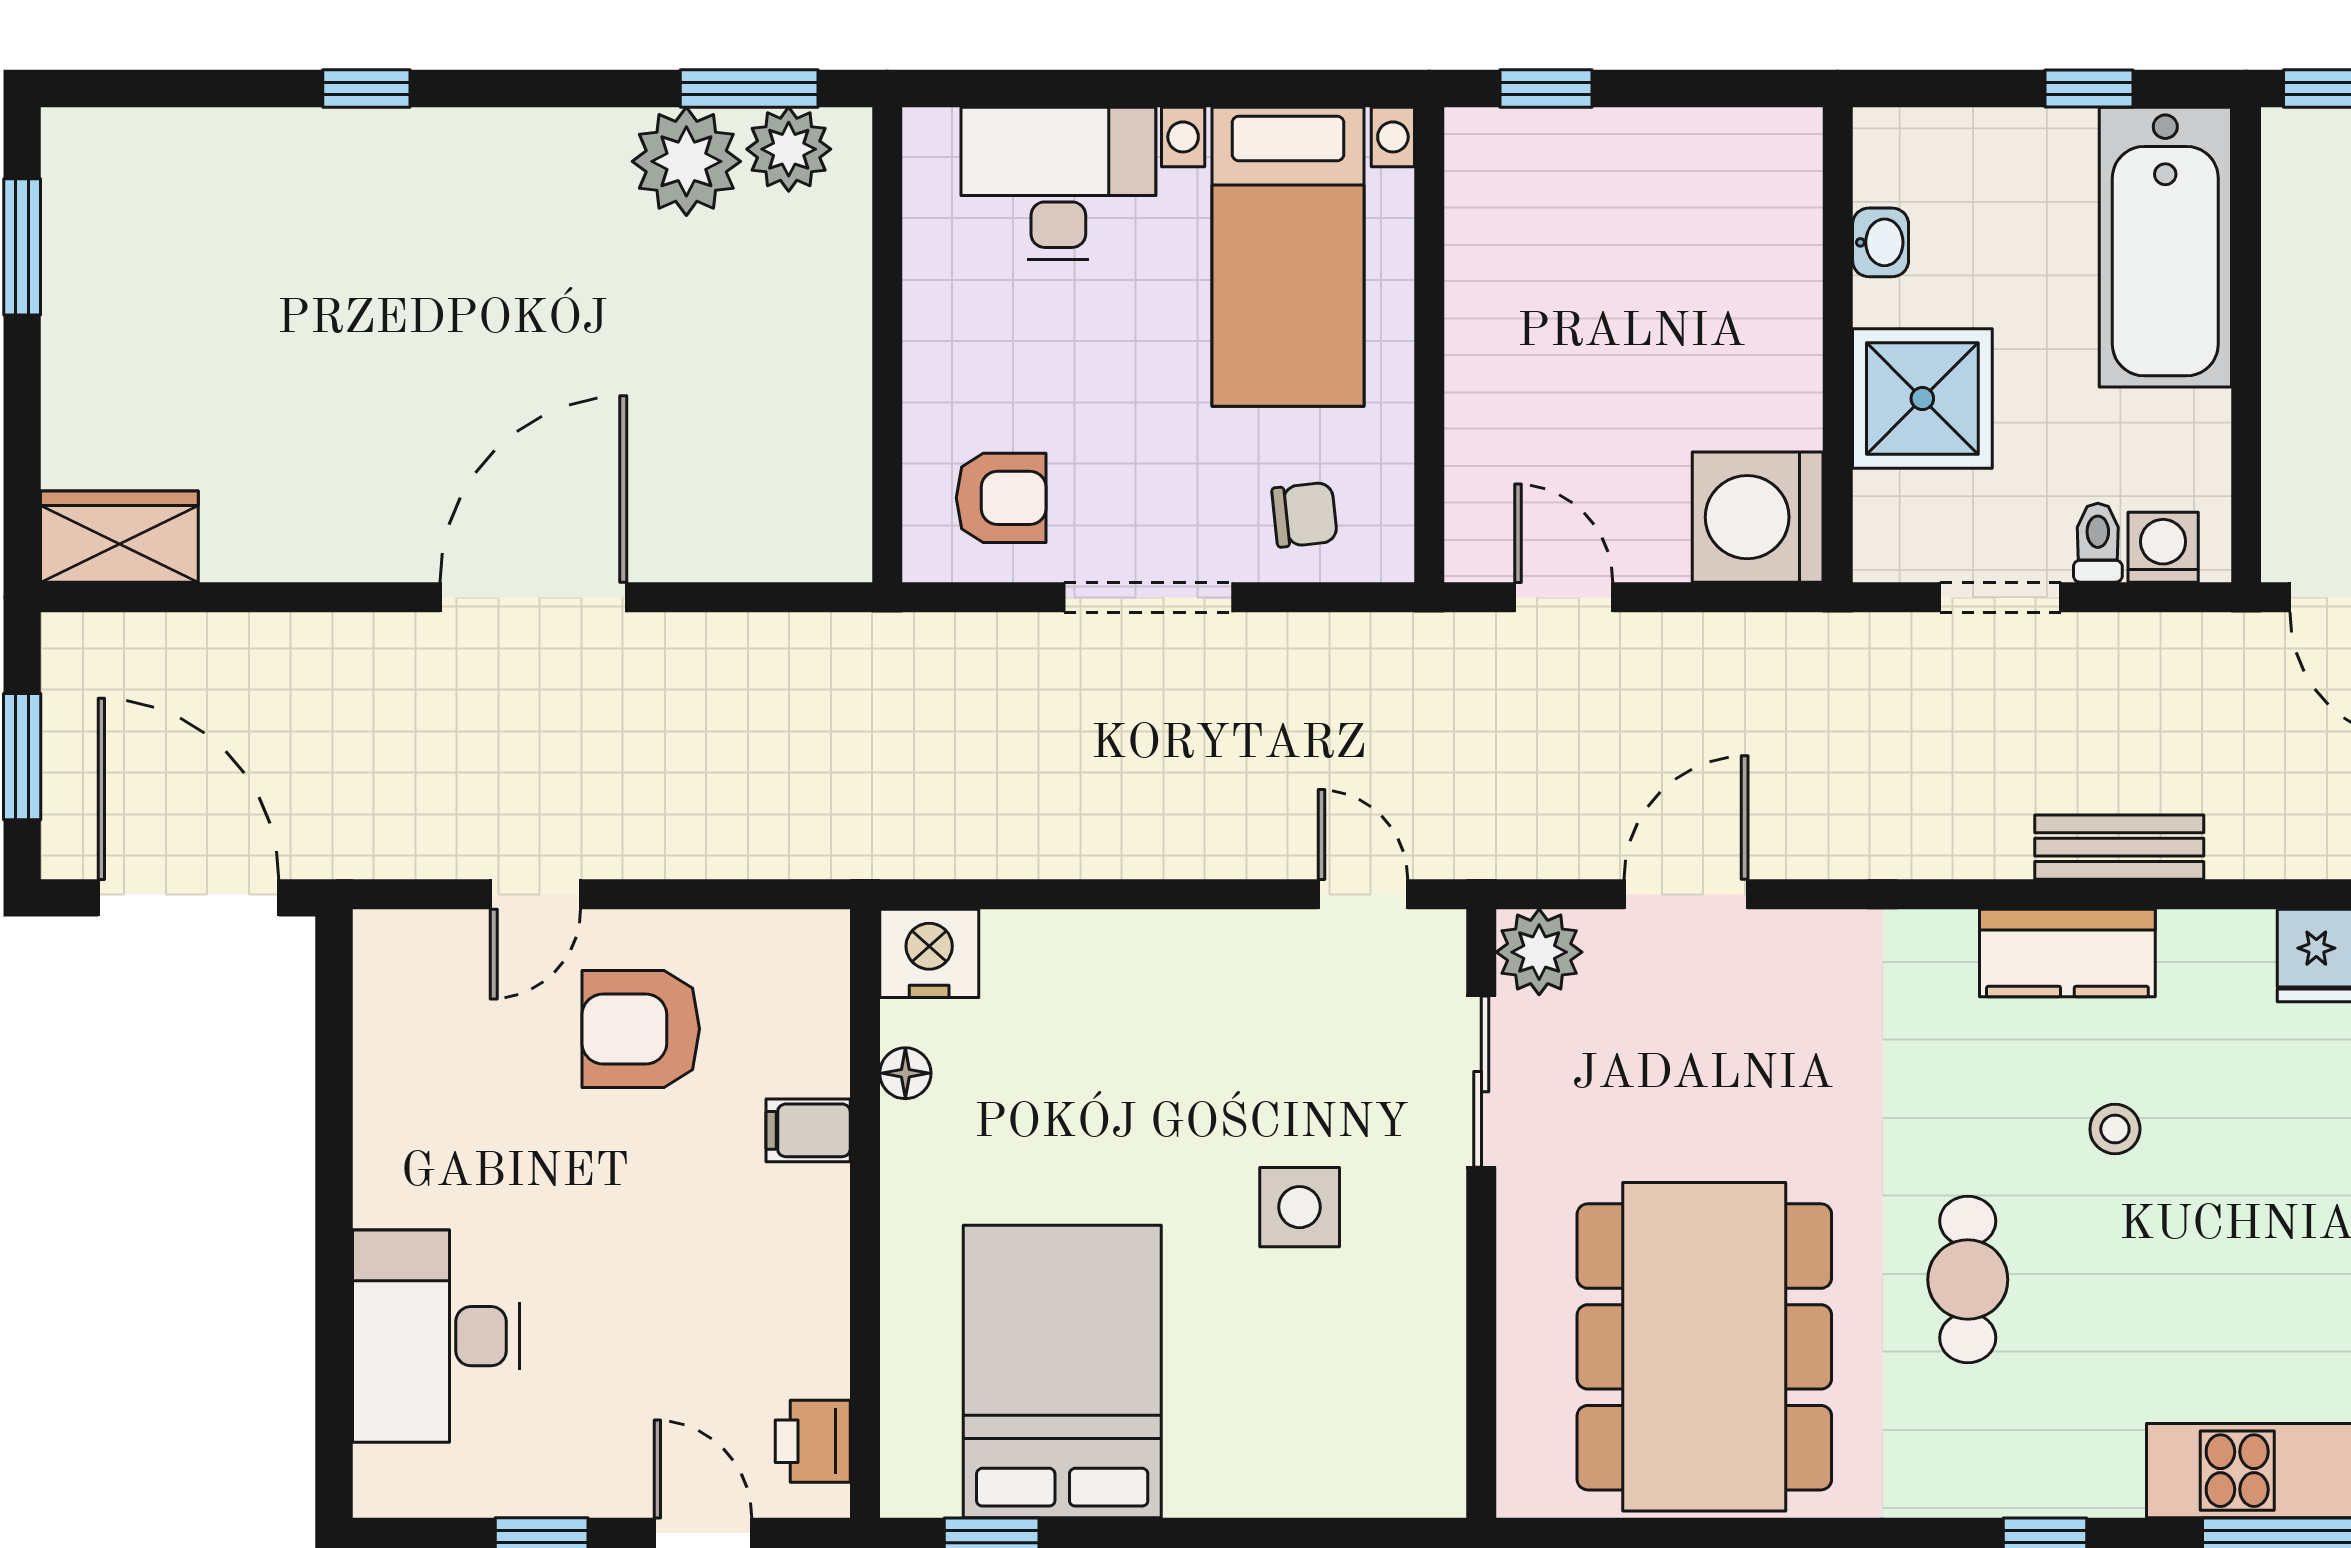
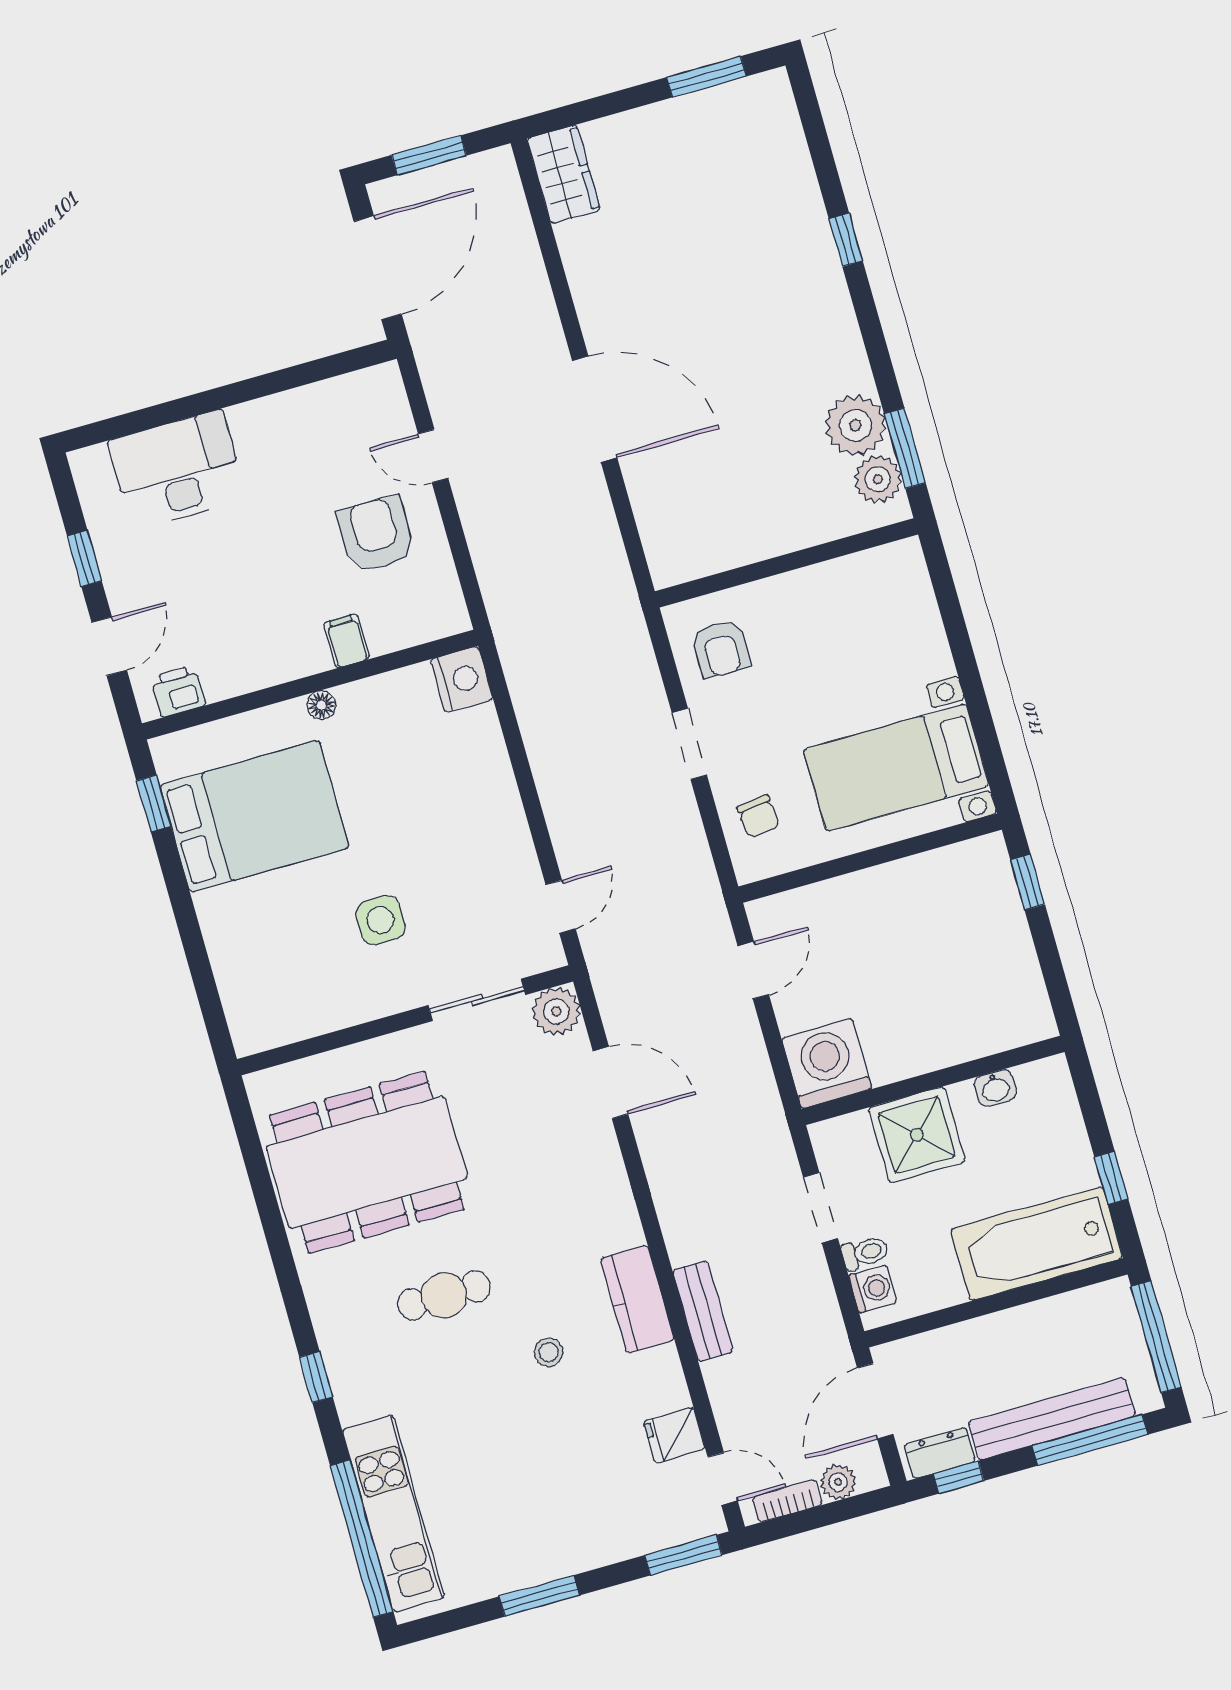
desk: (1058, 183) -> (901, 631), removed
doorway: (1148, 597) -> (689, 744), width x0.73
floor lamp: (905, 1073) -> (321, 705), moved

